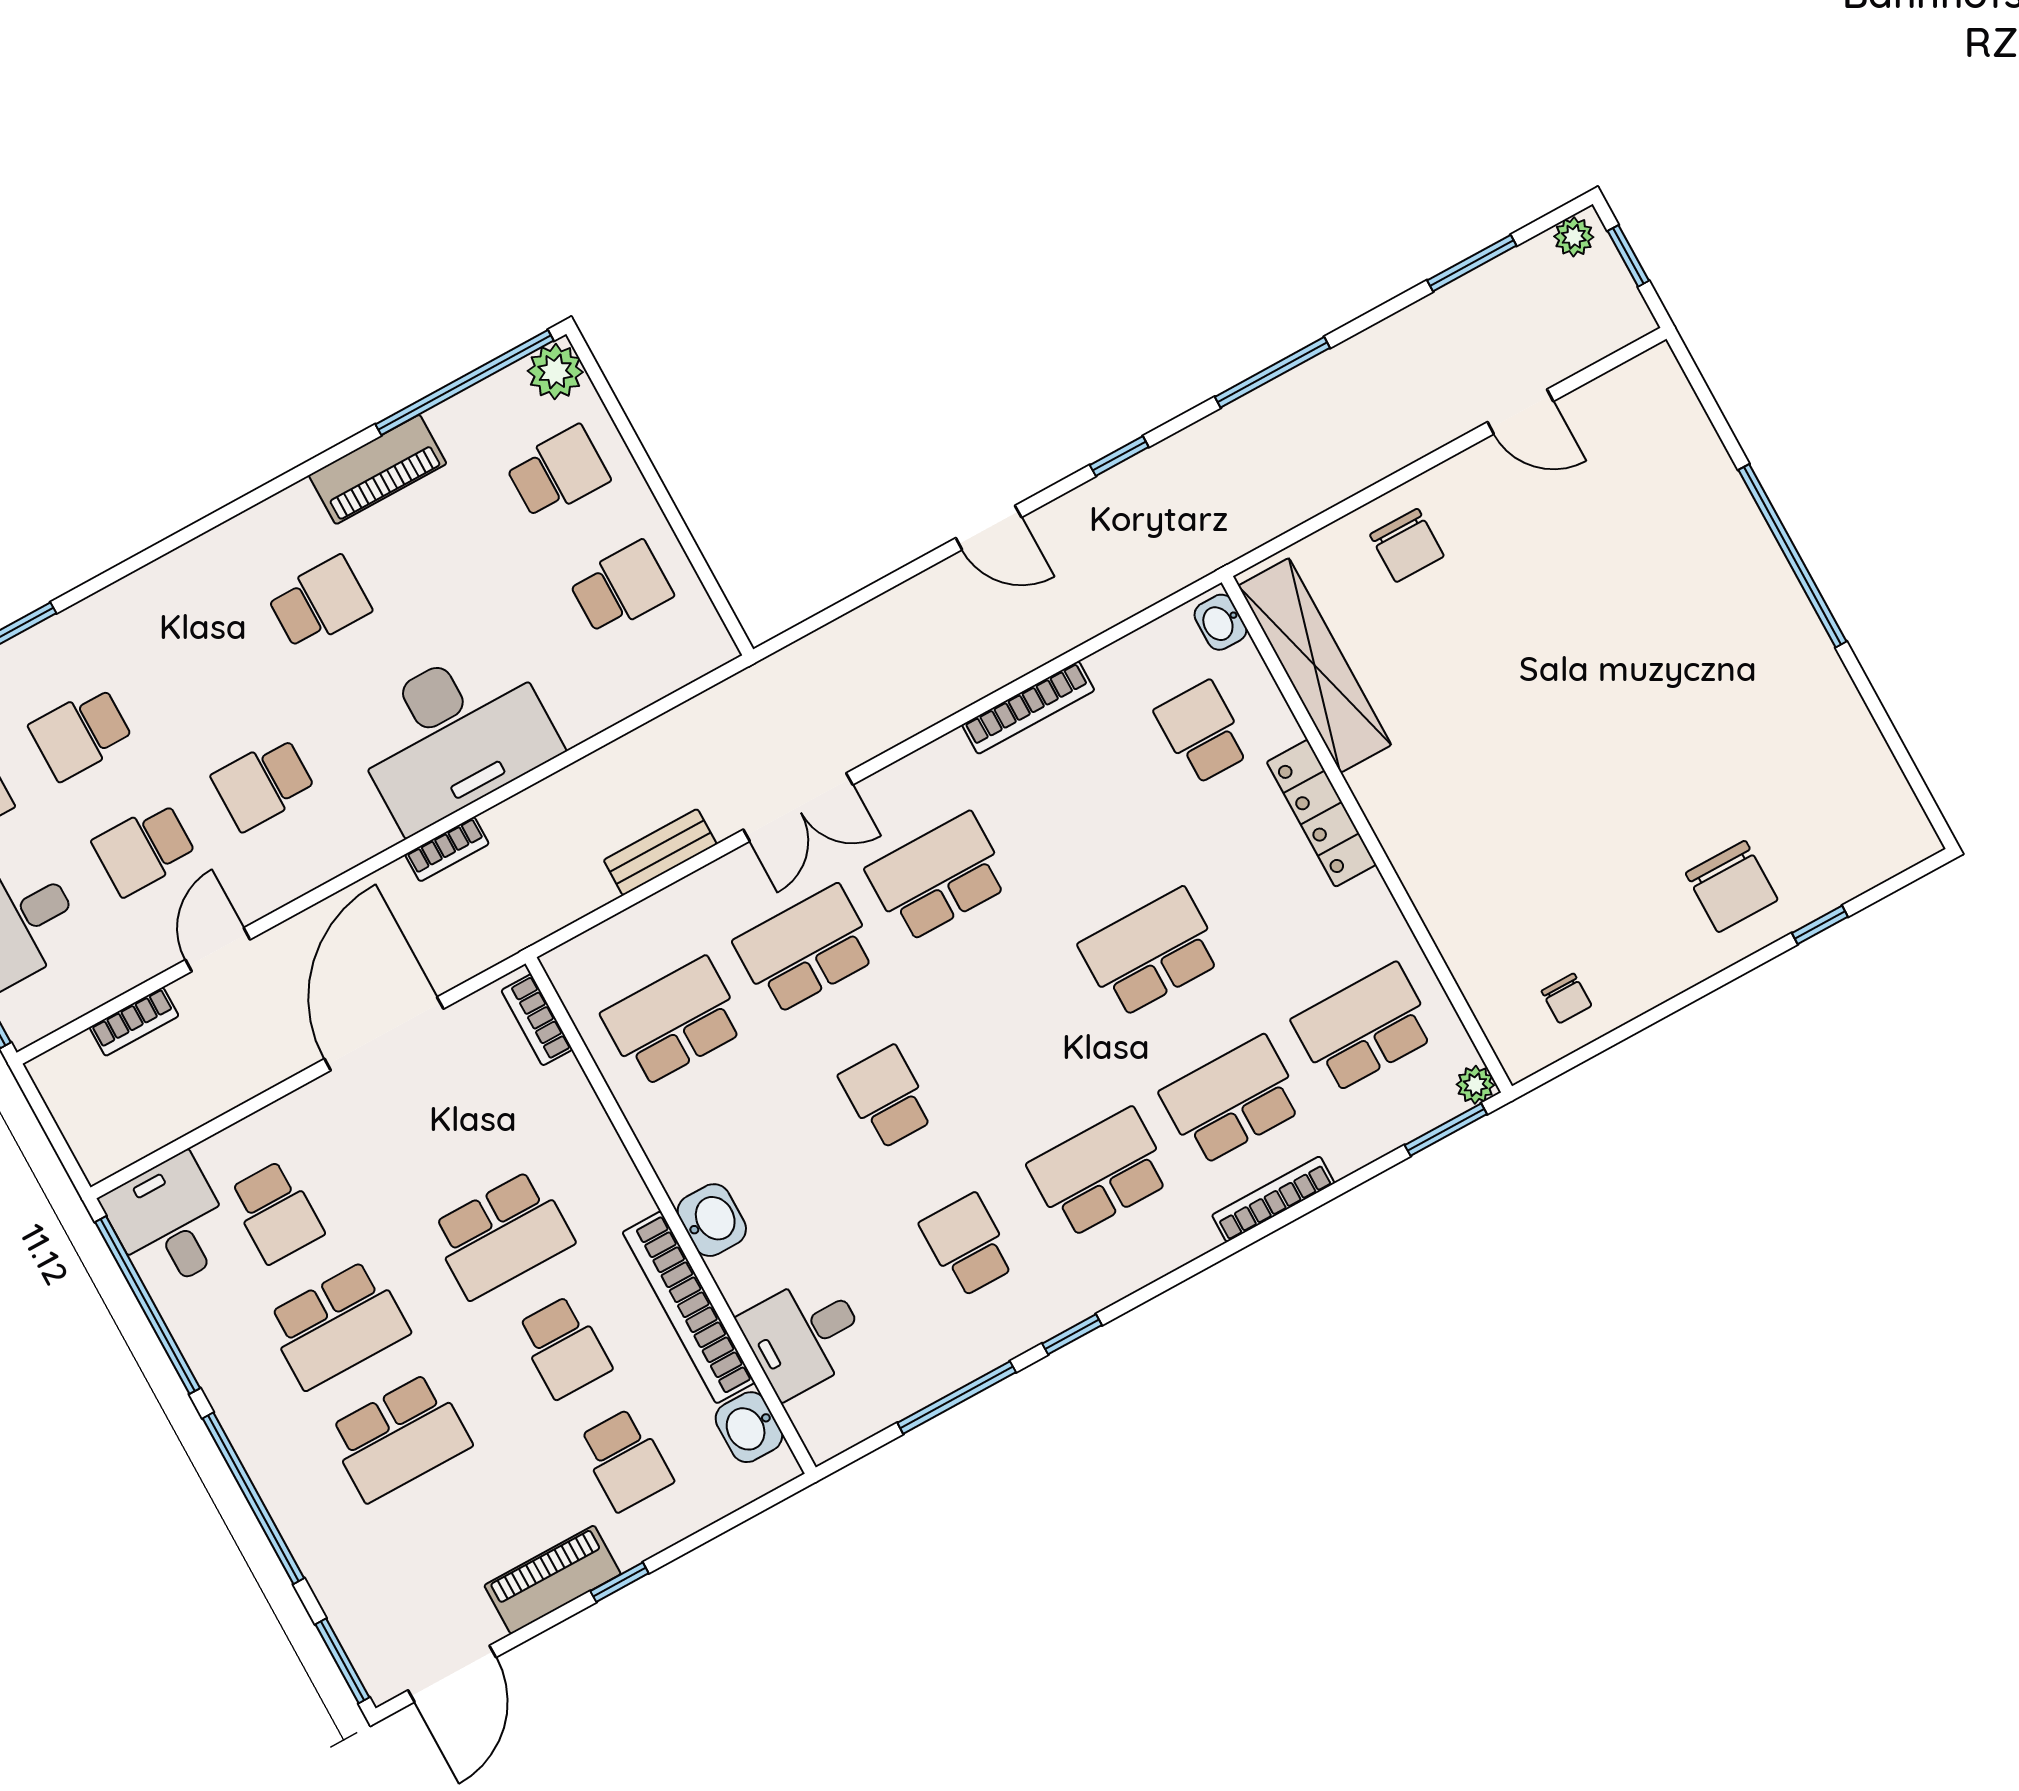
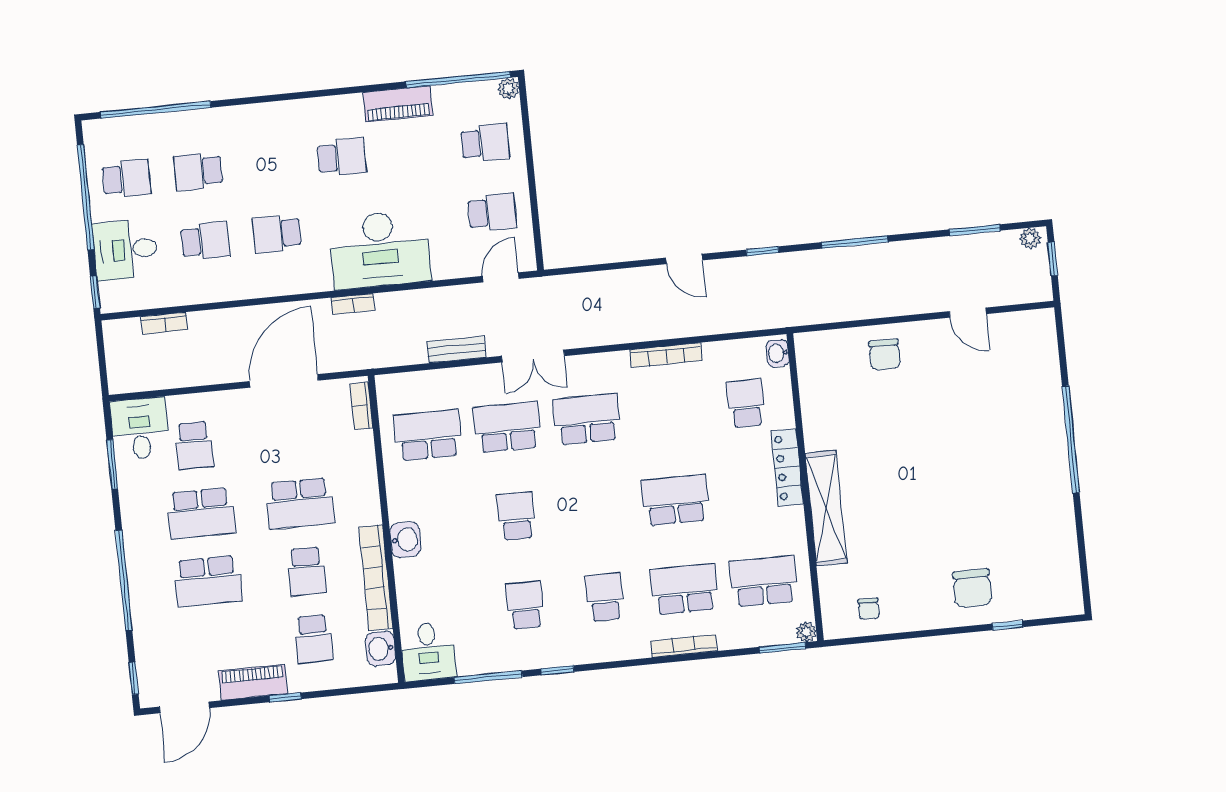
plant: (555, 372) -> (508, 89), width x0.73, depth x0.73
shelving: (1315, 665) -> (826, 508), moved
school desk: (144, 849) -> (205, 241), turned 180
door: (218, 950) -> (501, 277), moved
school desk: (1100, 1173) -> (605, 597), width x0.54
window: (148, 1305) -> (112, 464), width x0.47
desk: (804, 1335) -> (428, 652), moved, turned -90
window: (342, 1661) -> (134, 678), width x0.67

